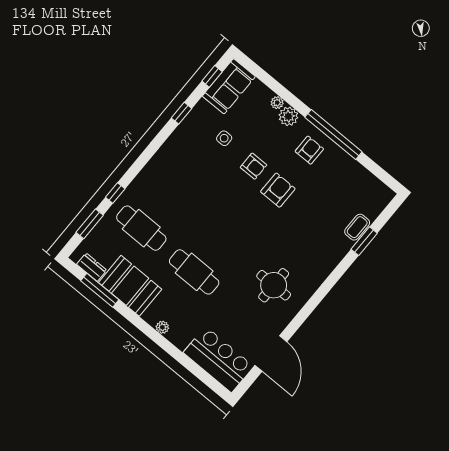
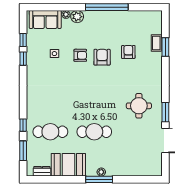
window: (212, 76) -> (23, 40), moved
sofa: (229, 86) -> (45, 19), moved, turned 90
armchair: (309, 150) -> (128, 52), moved
window: (100, 290) -> (99, 179), moved
window: (299, 319) -> (165, 112), added
bar counter: (218, 359) -> (142, 165), removed

